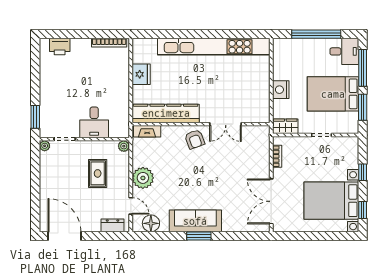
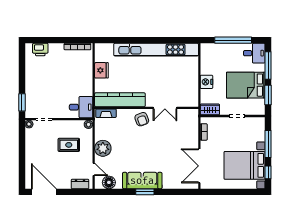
desk: (94, 122) -> (81, 107), moved, turned -90
window: (363, 172) -> (268, 144), width x2.17
rug: (98, 173) -> (69, 145), turned 90

